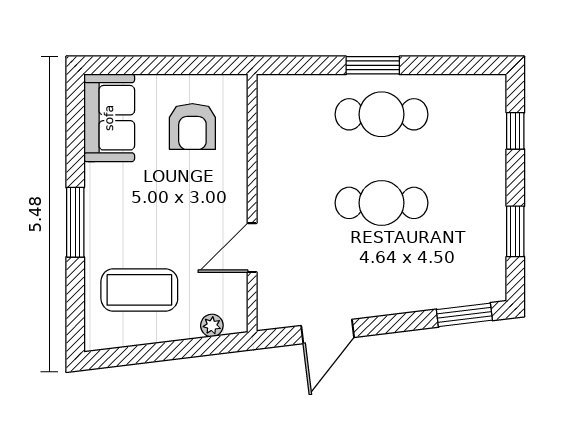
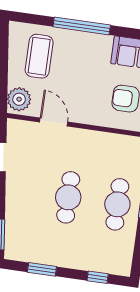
window: (75, 222) -> (82, 26), width x1.46
plant: (212, 325) -> (19, 99), width x1.88, depth x1.88

